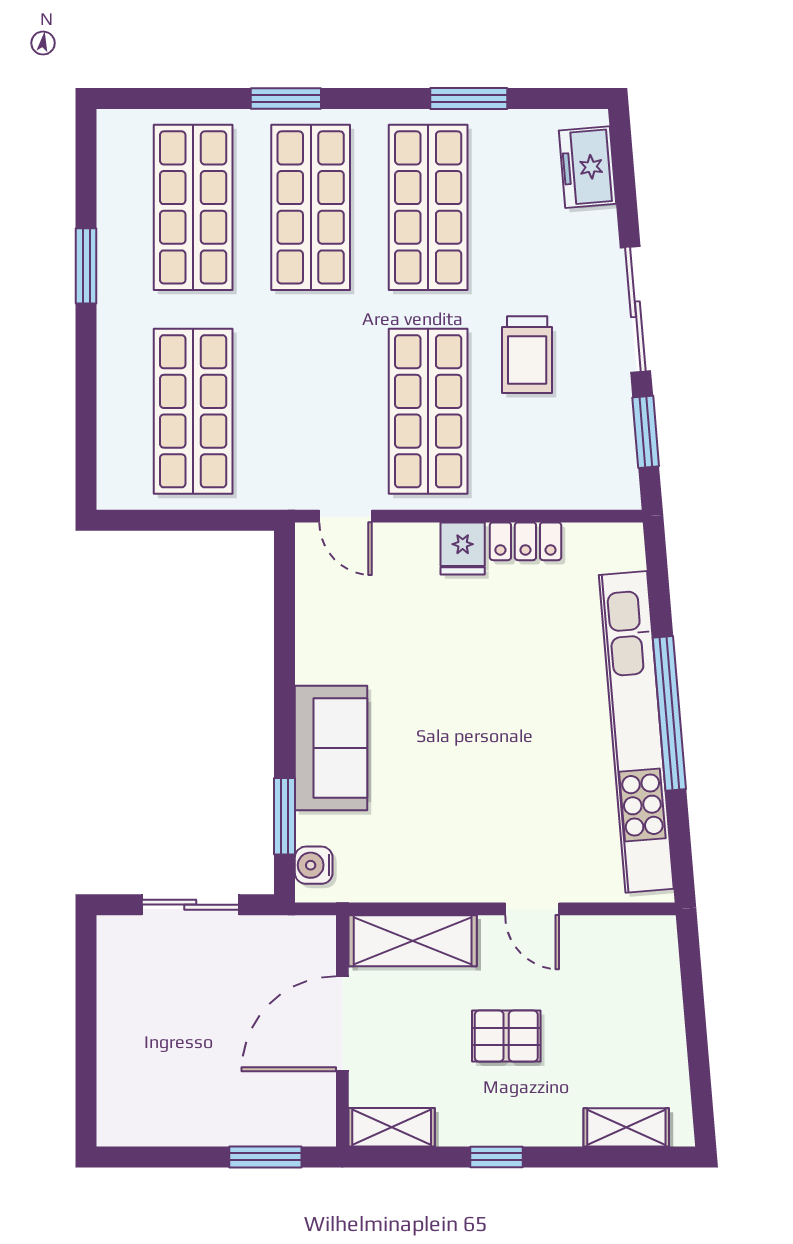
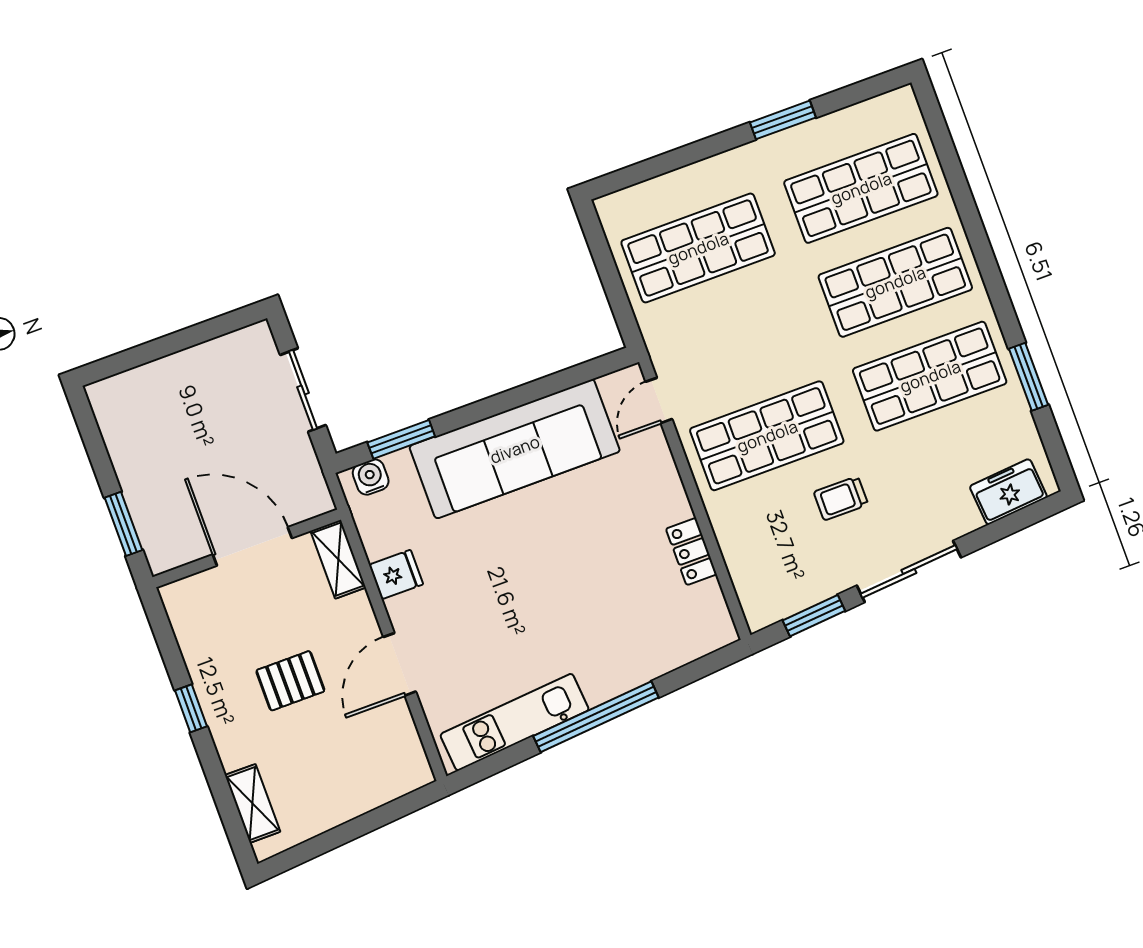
window: (286, 98) -> (975, 231), removed
trolley: (527, 355) -> (841, 498), width x0.73, depth x0.72
fridge: (463, 548) -> (396, 575), moved, turned 180
kitchen unit: (636, 732) -> (515, 722), width x0.54
sofa: (331, 748) -> (515, 449), width x1.85, depth x1.27
door: (532, 909) -> (400, 664), width x1.37
shelving: (413, 941) -> (338, 559), width x0.67, depth x0.75
pallet: (506, 1036) -> (290, 681), turned 90
shelving: (392, 1127) -> (184, 616), removed

